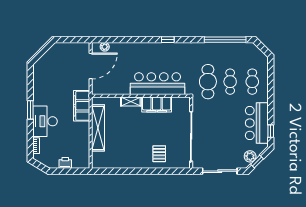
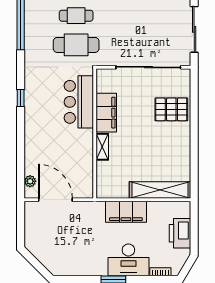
bar counter: (158, 84) -> (79, 102), width x0.73
filing cabinet: (82, 106) -> (126, 212), moved
shelving: (98, 128) -> (160, 190), moved
pallet: (159, 154) -> (171, 109), width x1.50, depth x1.42
printer: (65, 163) -> (180, 233), width x1.87, depth x1.48

